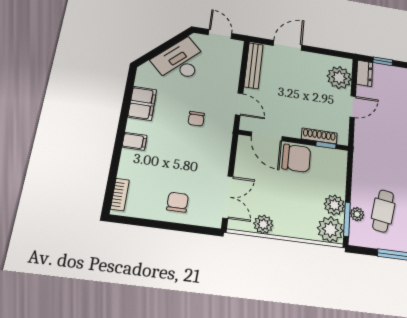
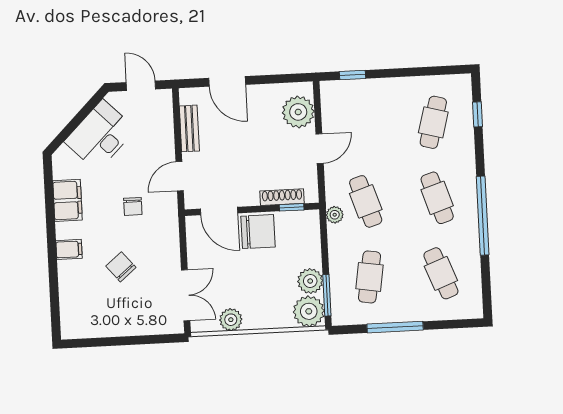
door: (288, 45) -> (227, 81), swing flipped
bench: (254, 66) -> (189, 128), width x0.73
dresser: (364, 73) -> (330, 98), removed
door: (239, 104) -> (180, 176), swing flipped
cafe table: (385, 152) -> (366, 201), added
bookcase: (120, 195) -> (67, 315), removed
chair: (178, 202) -> (121, 267), moved, turned -40
plant: (357, 214) -> (335, 215), moved

